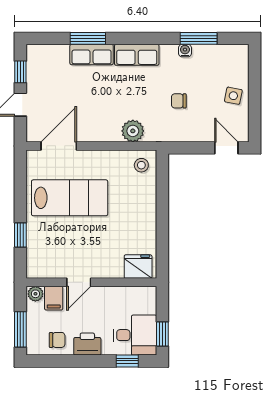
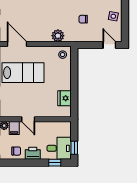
door: (59, 146) -> (17, 44), hinge flipped
fridge: (138, 267) -> (65, 98), moved, turned -90
door: (79, 282) -> (28, 119), hinge flipped

